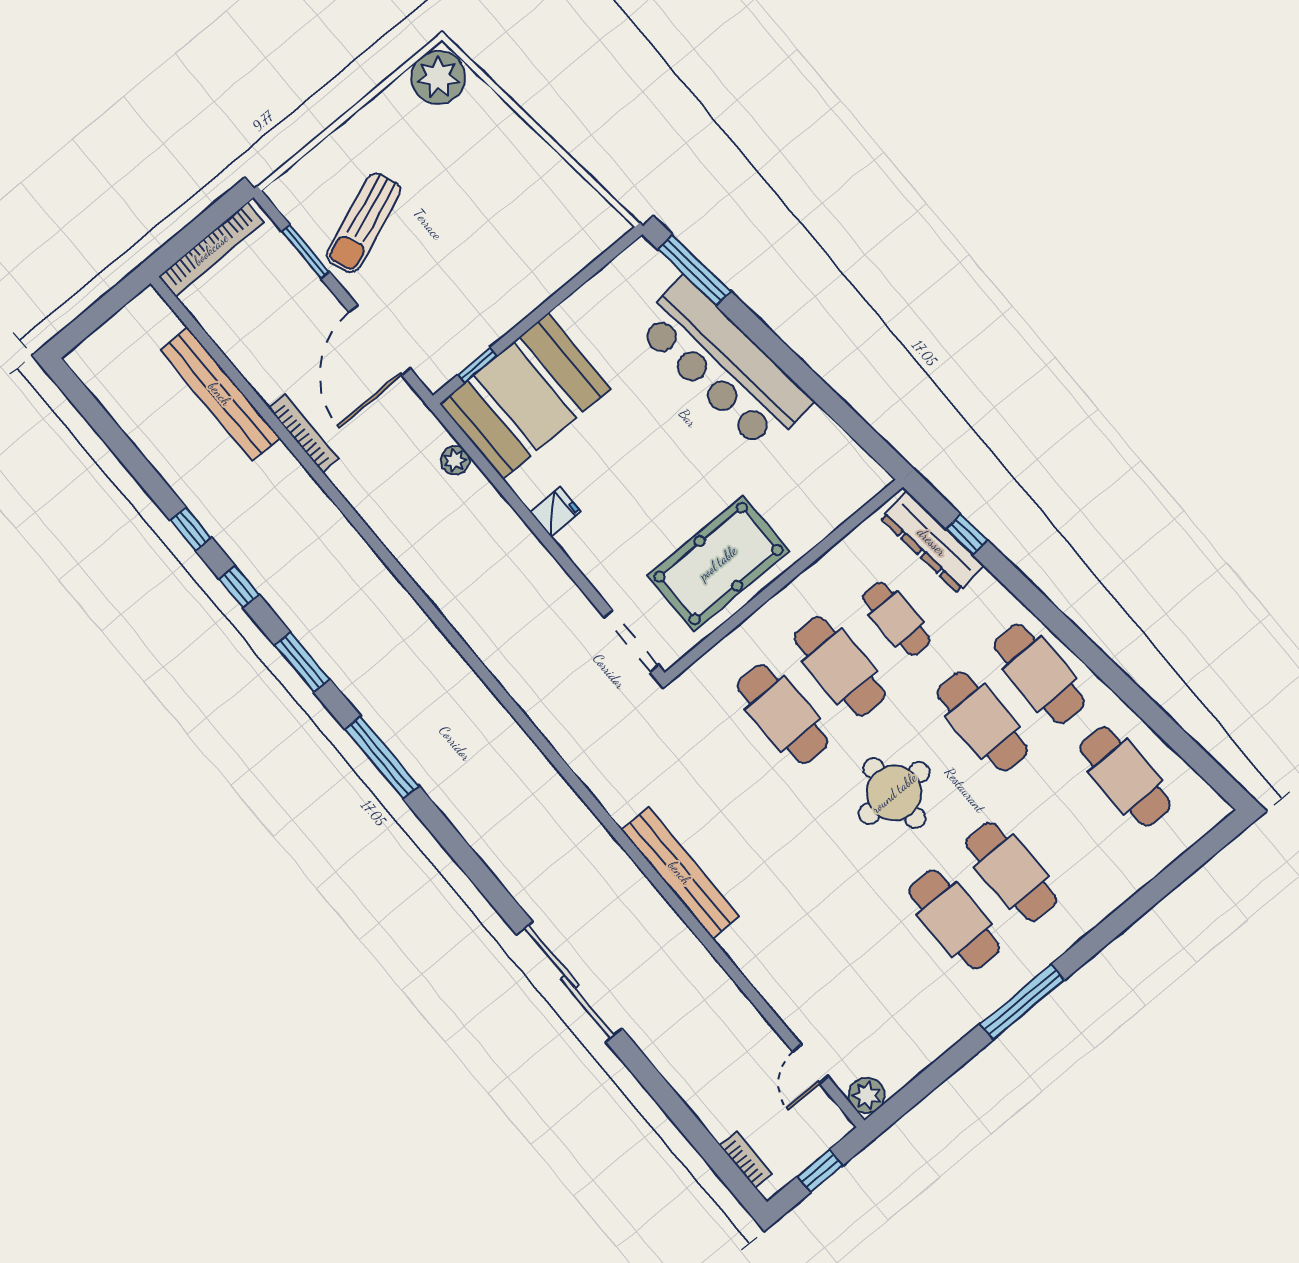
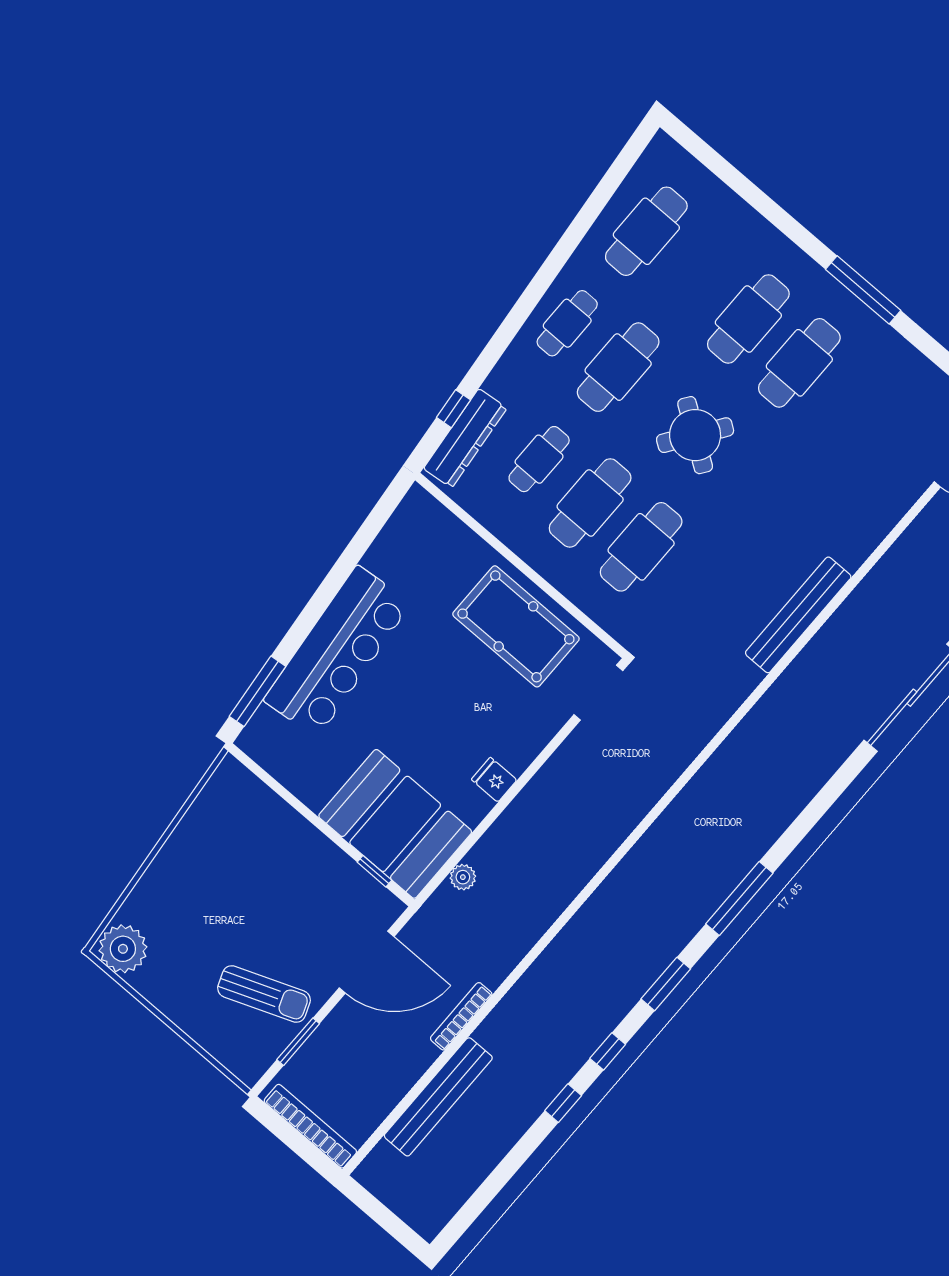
cafe table: (1039, 674) -> (567, 323), width x0.73, depth x0.74
round table: (894, 793) -> (695, 435), turned 35

